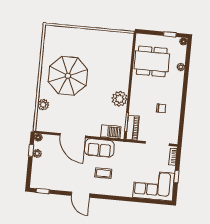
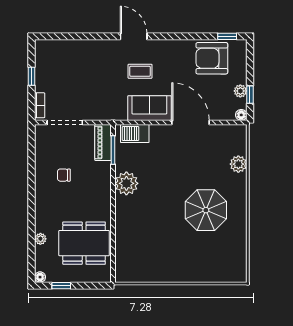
parasol: (68, 76) -> (206, 210), width x0.73, depth x0.73
armchair: (54, 177) -> (212, 58), added
corner sofa: (154, 185) -> (64, 60), removed
door: (80, 195) -> (134, 36), moved

